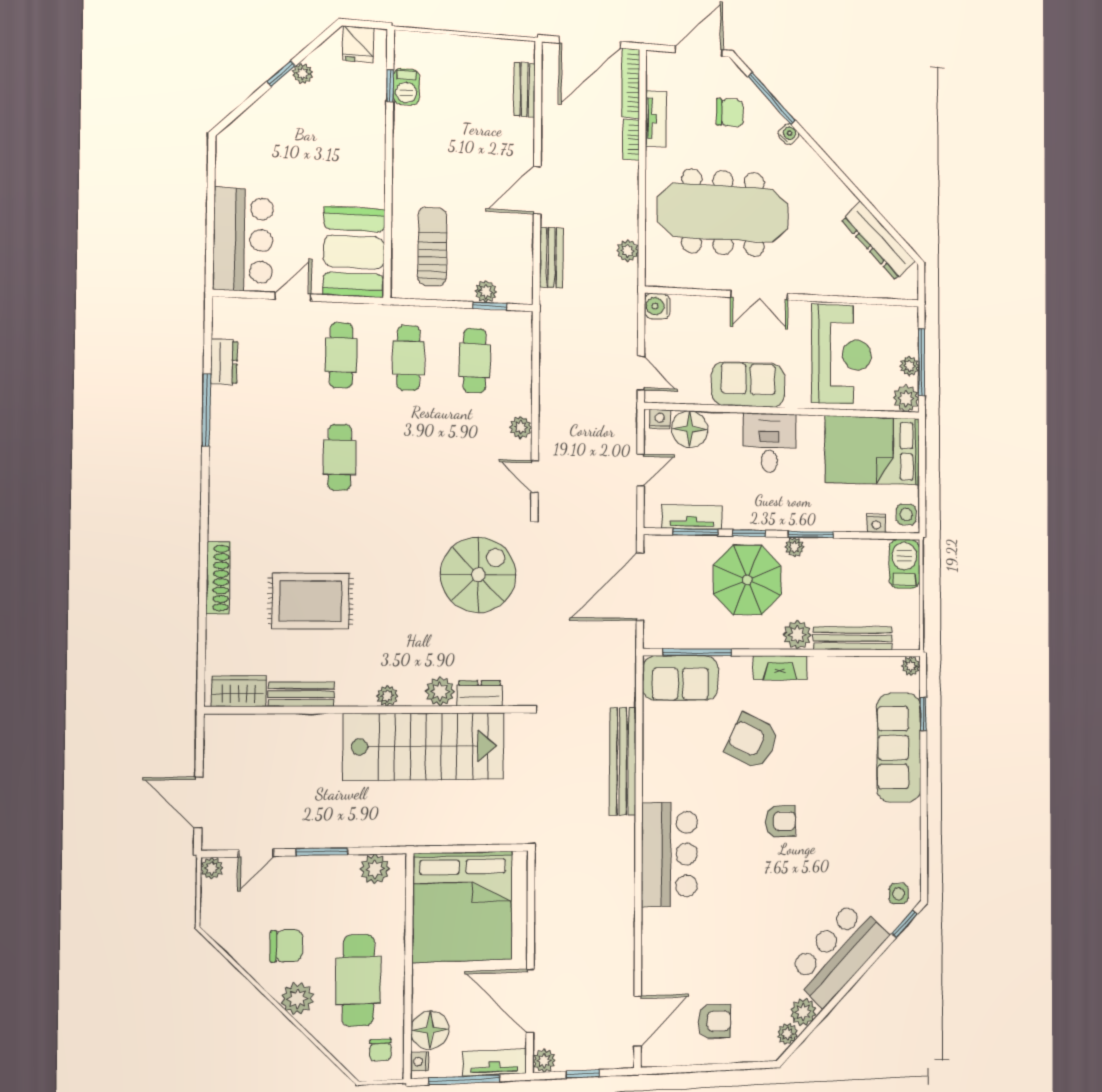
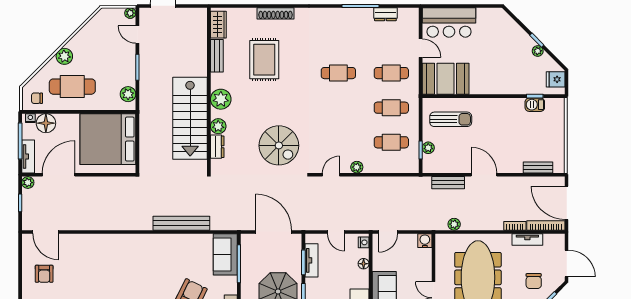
floor lamp: (690, 429) -> (364, 264), width x0.53, depth x0.53
plant: (387, 696) -> (221, 99), width x1.88, depth x1.88
bar counter: (670, 854) -> (132, 249), removed
chair: (286, 946) -> (91, 50), removed

